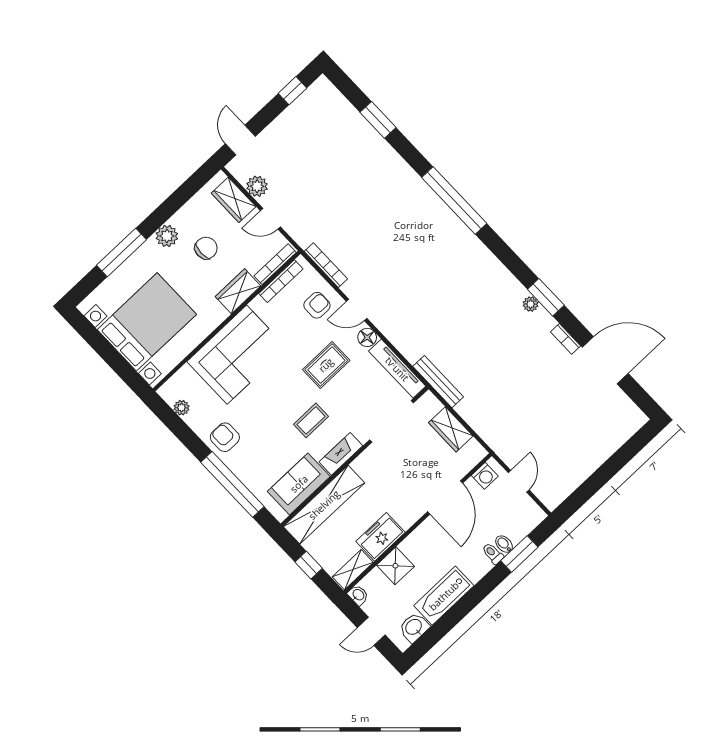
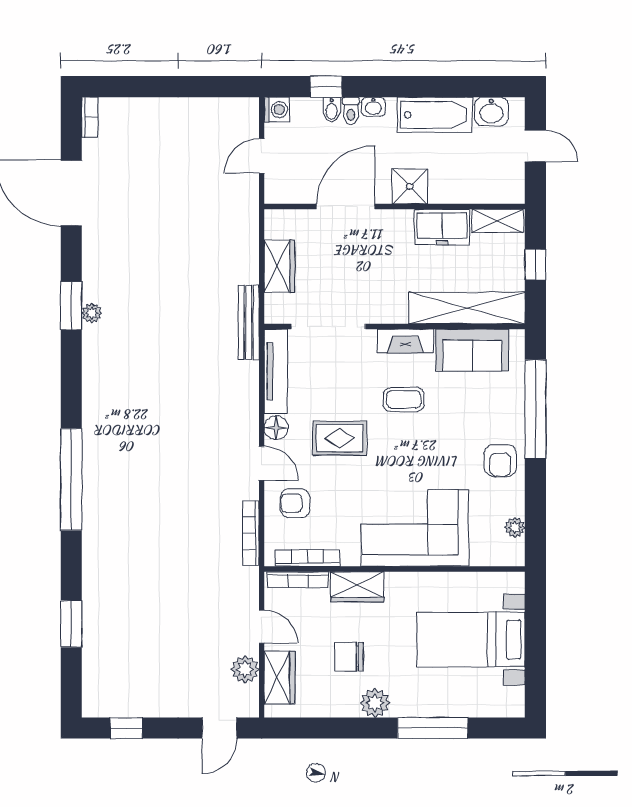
bed with nightstands: (147, 322) -> (471, 640), width x0.73
bookcase: (566, 339) -> (90, 117), moved
washing machine: (485, 476) -> (277, 110), moved, turned 90
window: (519, 554) -> (326, 87), width x0.67
shower: (395, 566) -> (410, 186), moved
washbasin: (358, 595) -> (373, 107), moved, turned -90

